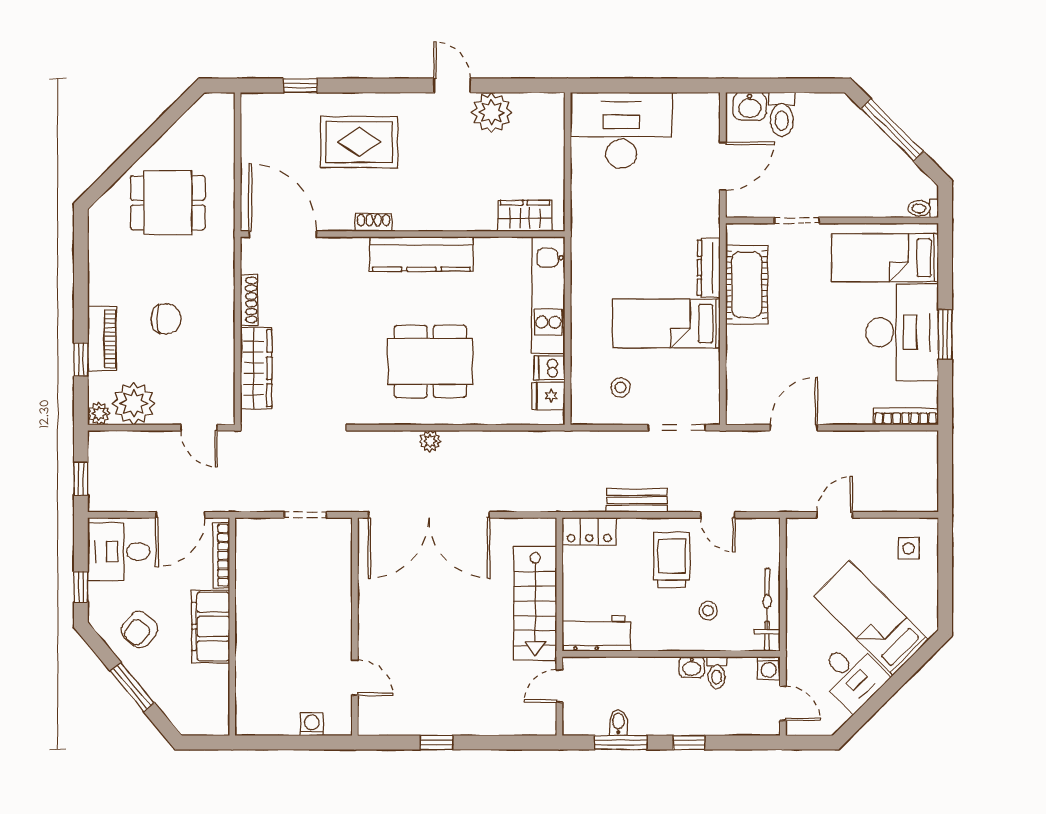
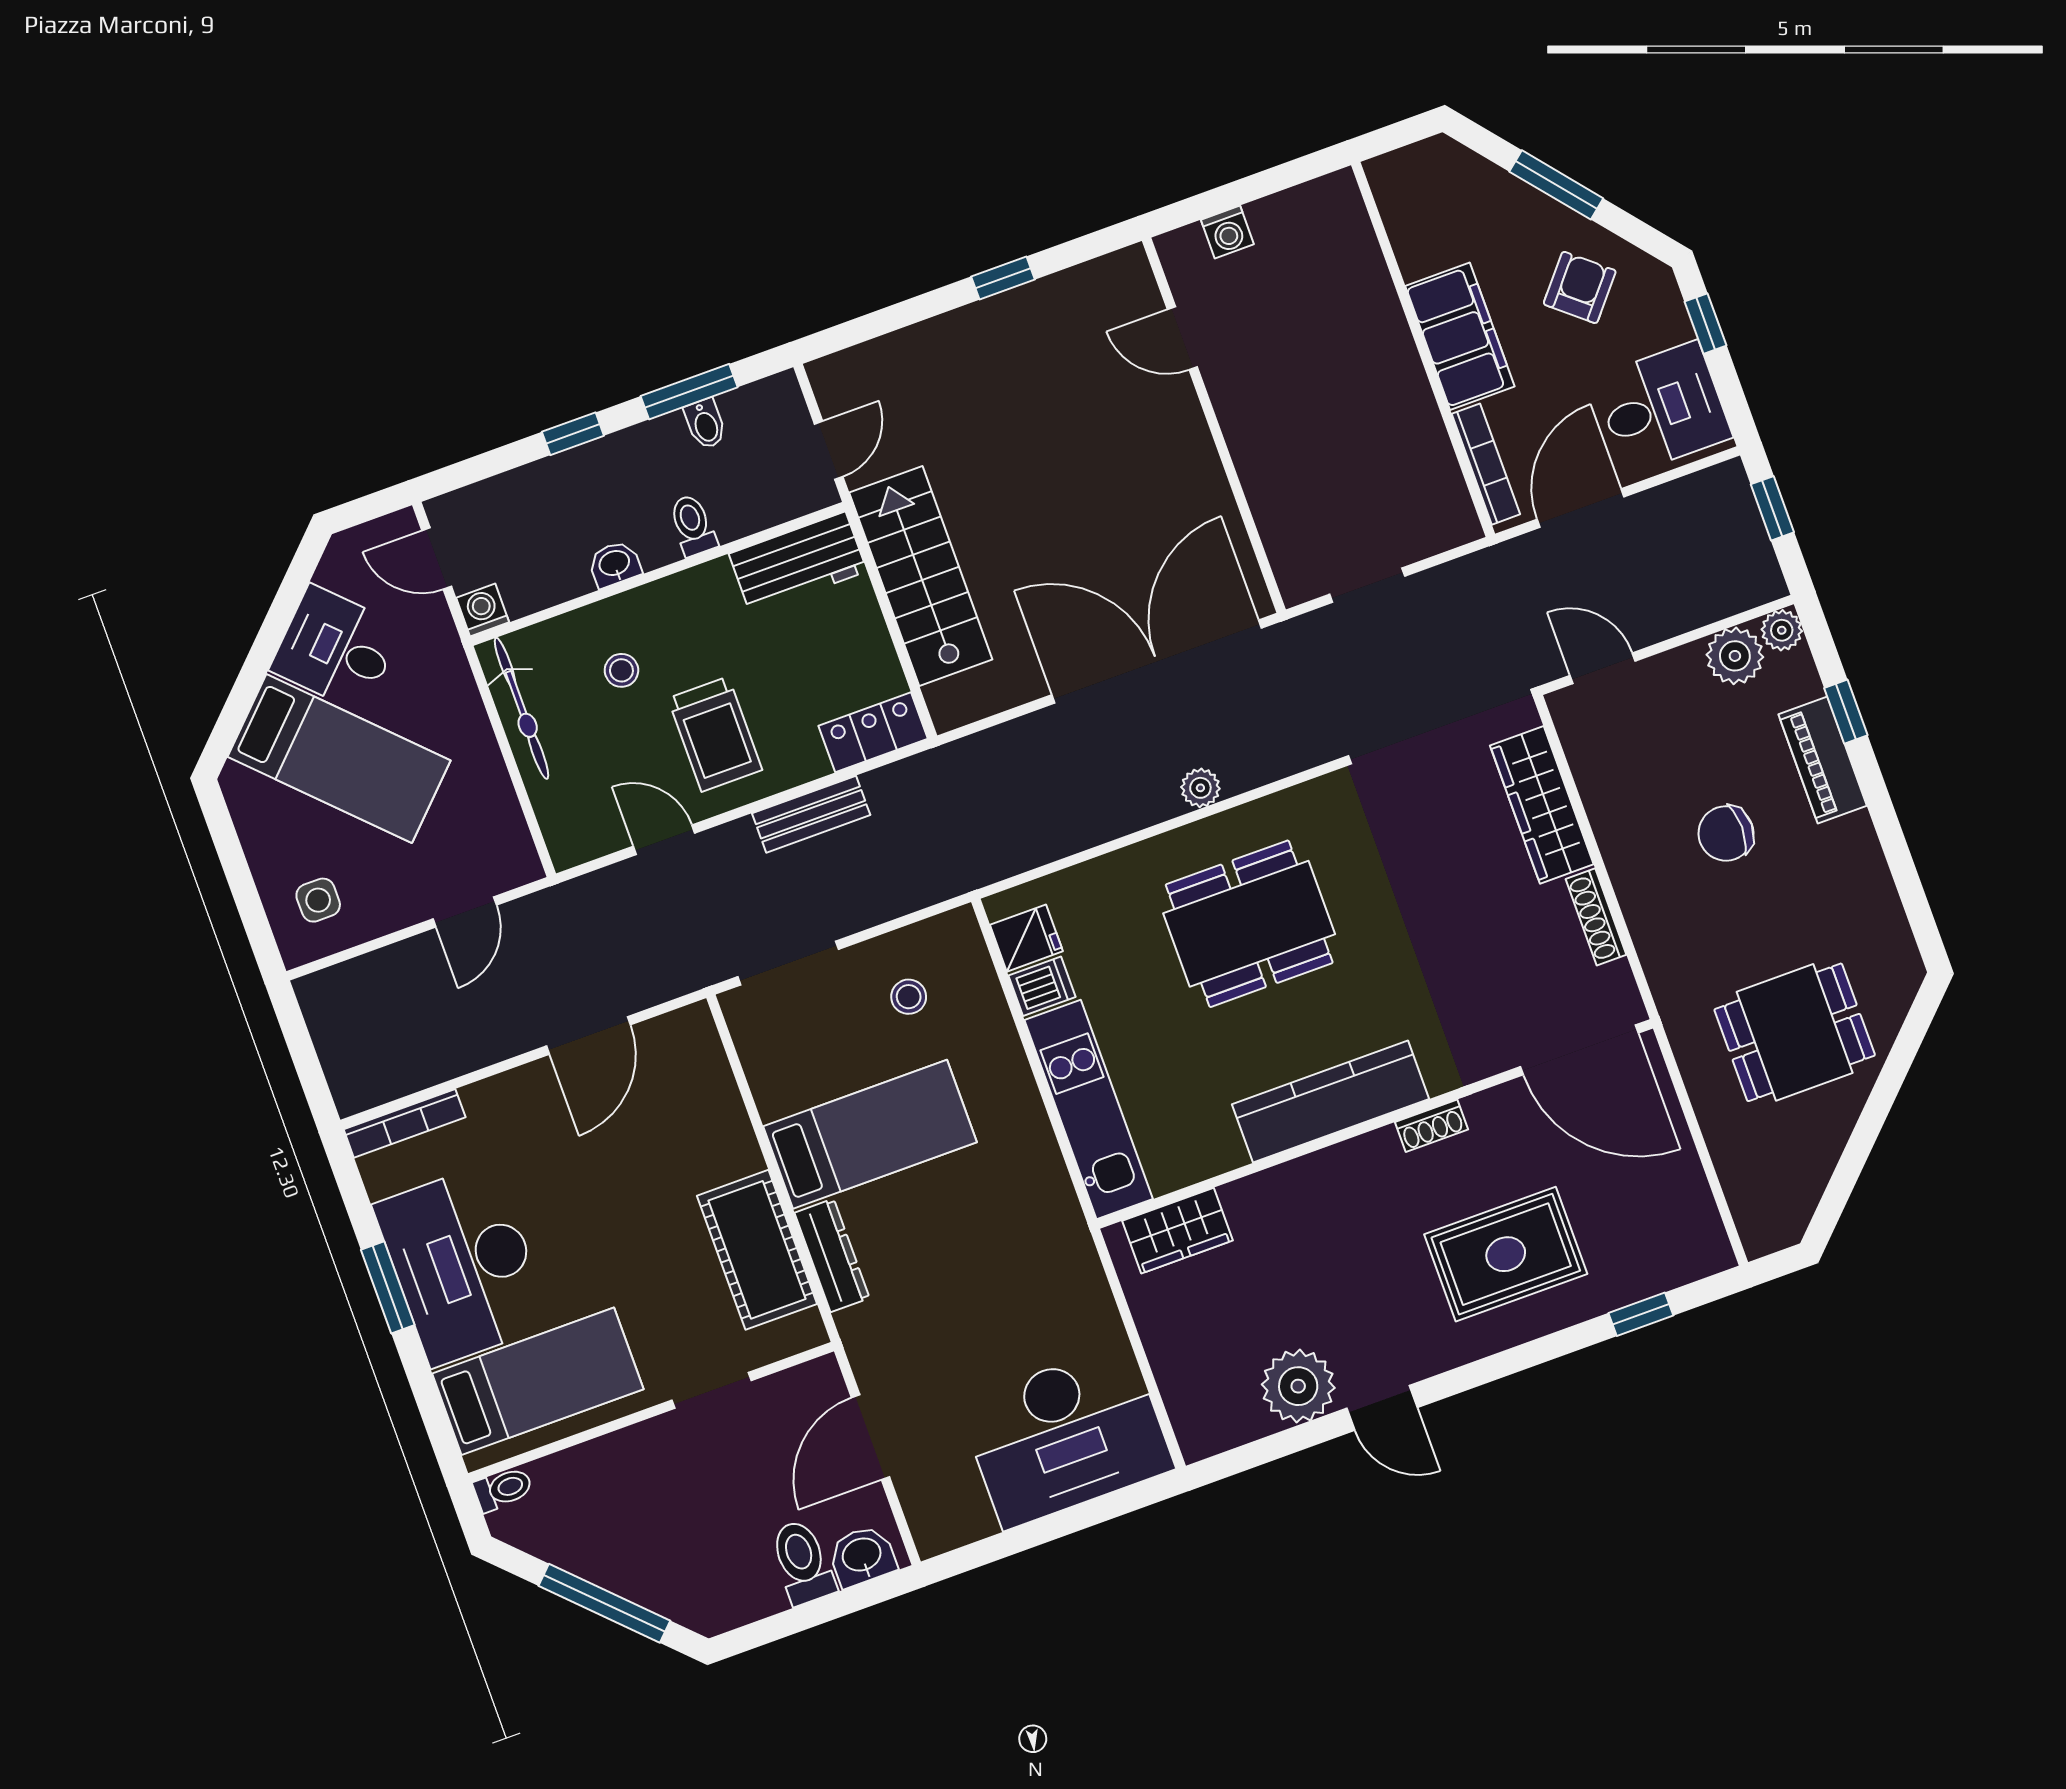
plant: (134, 403) -> (1735, 656), width x0.73, depth x0.73
toilet: (717, 673) -> (693, 525), moved

